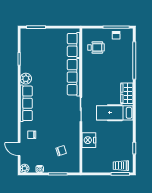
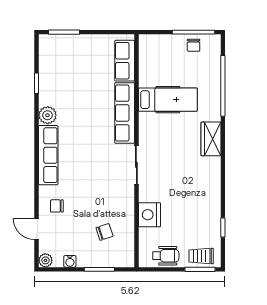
wheelchair: (96, 47) -> (166, 256), moved
hospital bed: (115, 113) -> (168, 100), moved, turned 180

